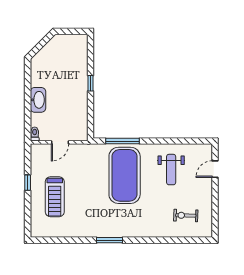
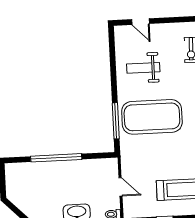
window: (90, 83) -> (56, 158), width x3.17
weight bench: (171, 170) -> (143, 68), turned 180

